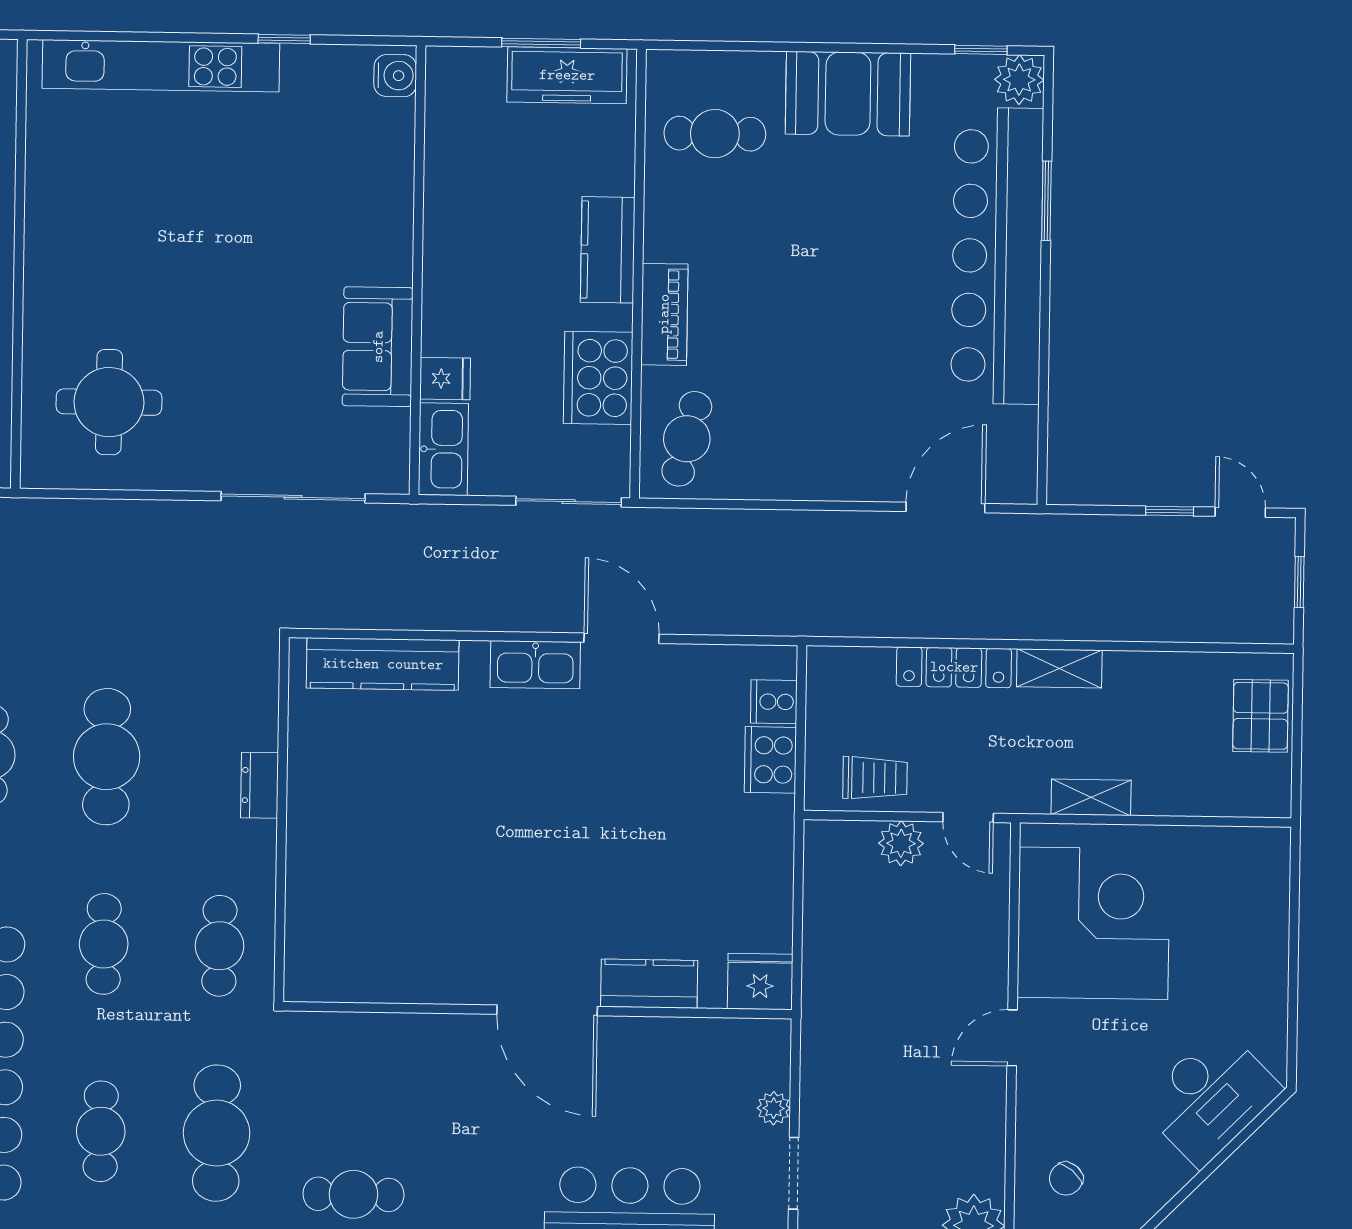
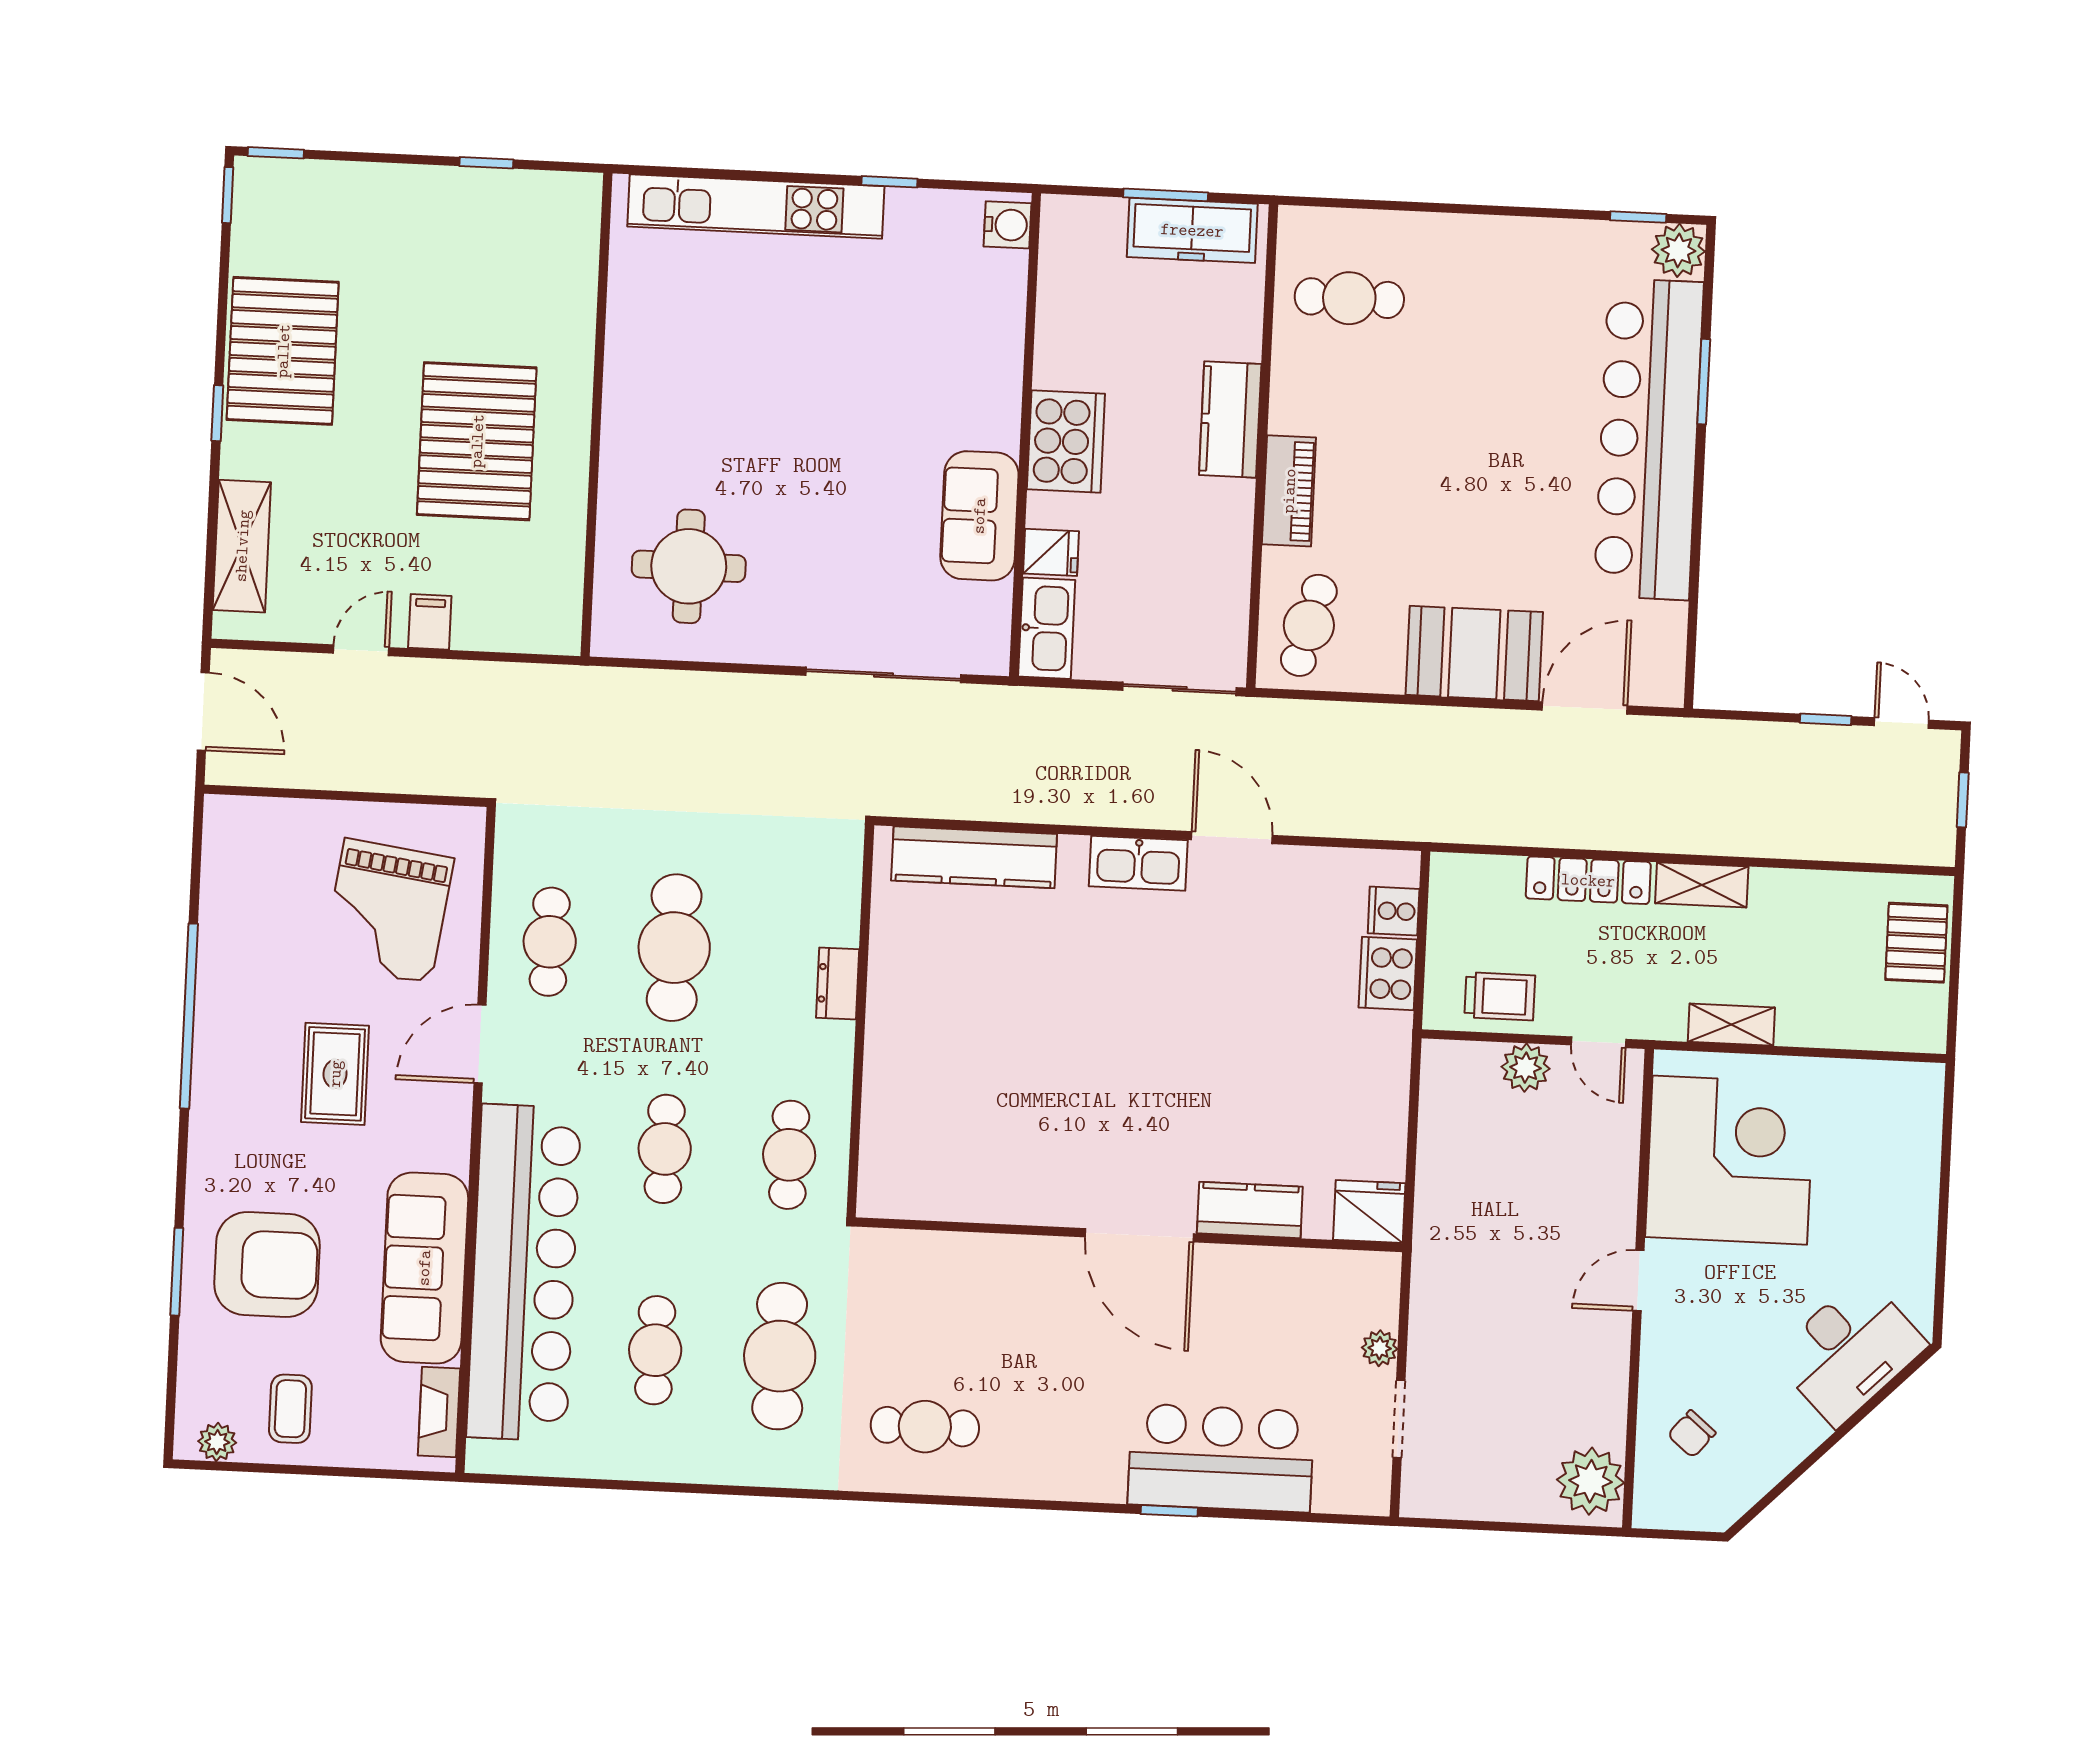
booth: (848, 94) -> (1474, 653), moved
cooker: (598, 378) -> (1066, 441), moved, turned 180

